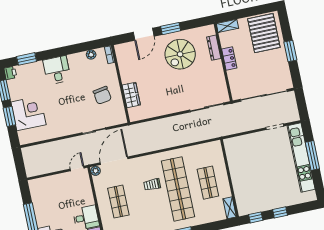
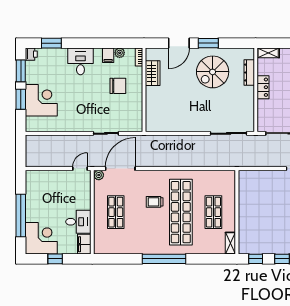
filing cabinet: (81, 59) -> (108, 55), added
chair: (102, 95) -> (118, 86), moved, turned -81
wardrobe: (131, 95) -> (153, 73), moved

